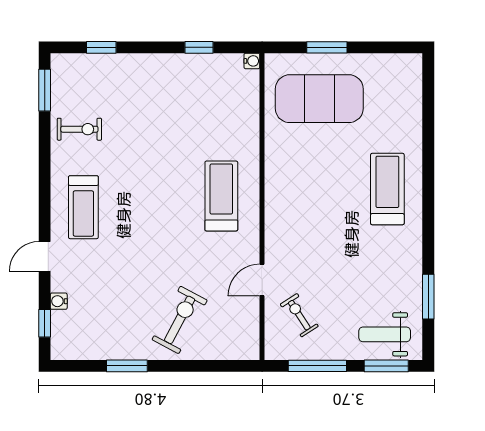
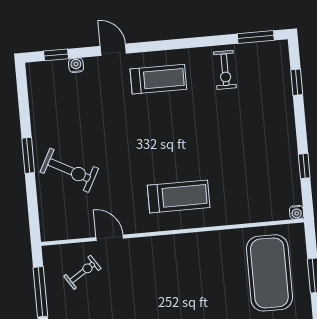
treadmill: (83, 207) -> (158, 79), turned 180
window: (127, 366) -> (28, 155), moved

